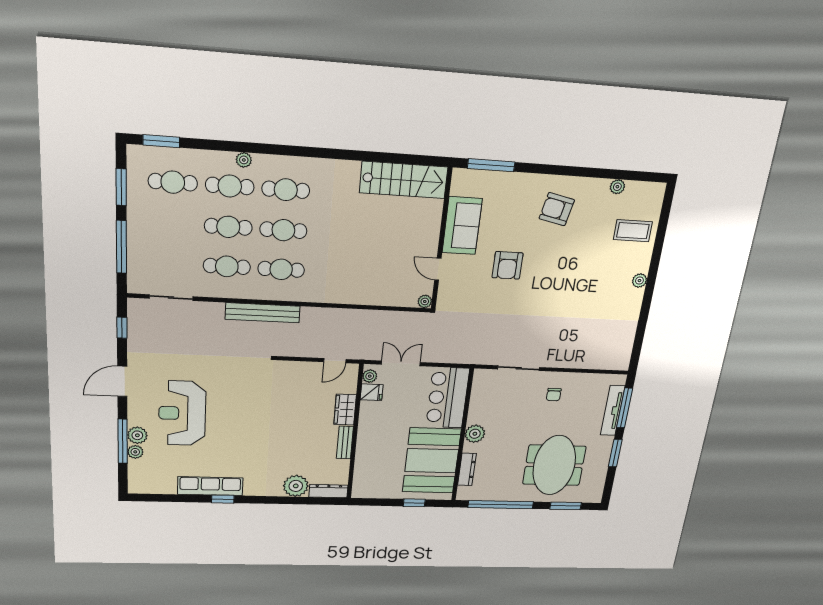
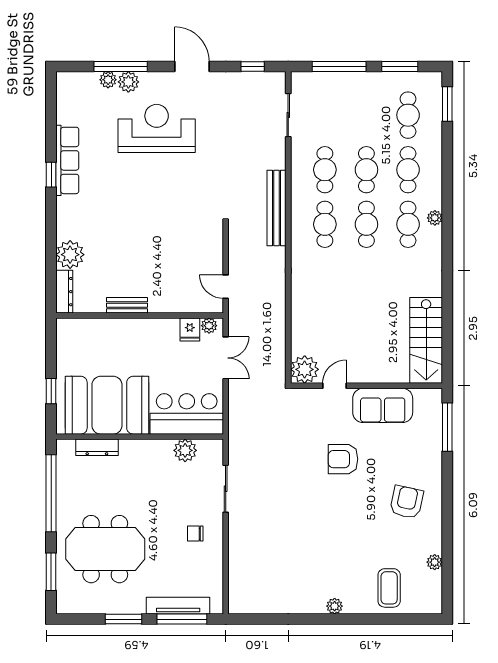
plant: (244, 160) -> (435, 218), moved
plant: (425, 301) -> (305, 369), width x1.88, depth x1.88
wardrobe: (345, 410) -> (168, 302), removed
plant: (475, 434) -> (185, 450), moved

